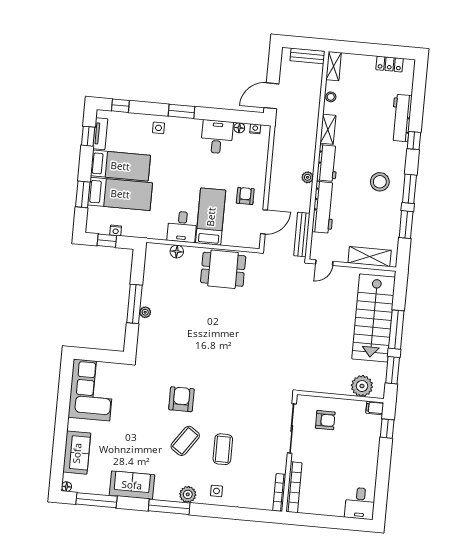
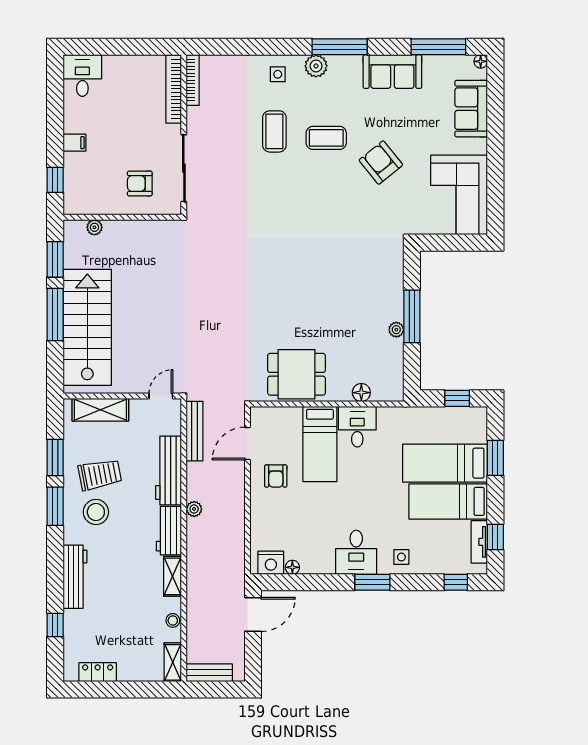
workbench: (401, 118) -> (75, 577), moved
nightstand: (255, 129) -> (271, 563), width x1.89, depth x1.79
desk: (217, 137) -> (356, 552), moved
window: (414, 141) -> (55, 625), moved
trolley: (374, 209) -> (100, 475), added
nightstand: (116, 230) -> (446, 413), removed
plant: (145, 312) -> (396, 330), moved
plant: (362, 386) -> (94, 227), width x0.53, depth x0.53
armchair: (181, 399) -> (381, 163), moved, turned 141
filing cabinet: (375, 408) -> (74, 143), moved
coffee table: (185, 441) -> (326, 138), turned 55

